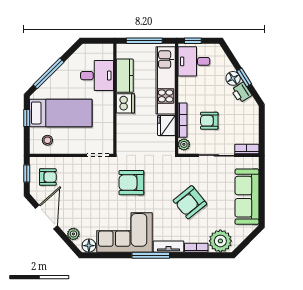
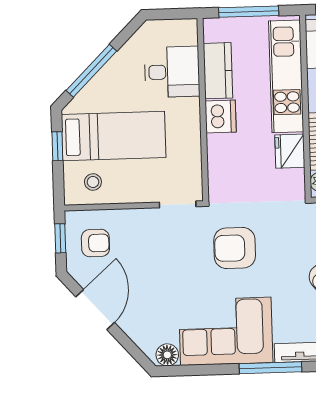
plant: (73, 234) -> (141, 336), removed

